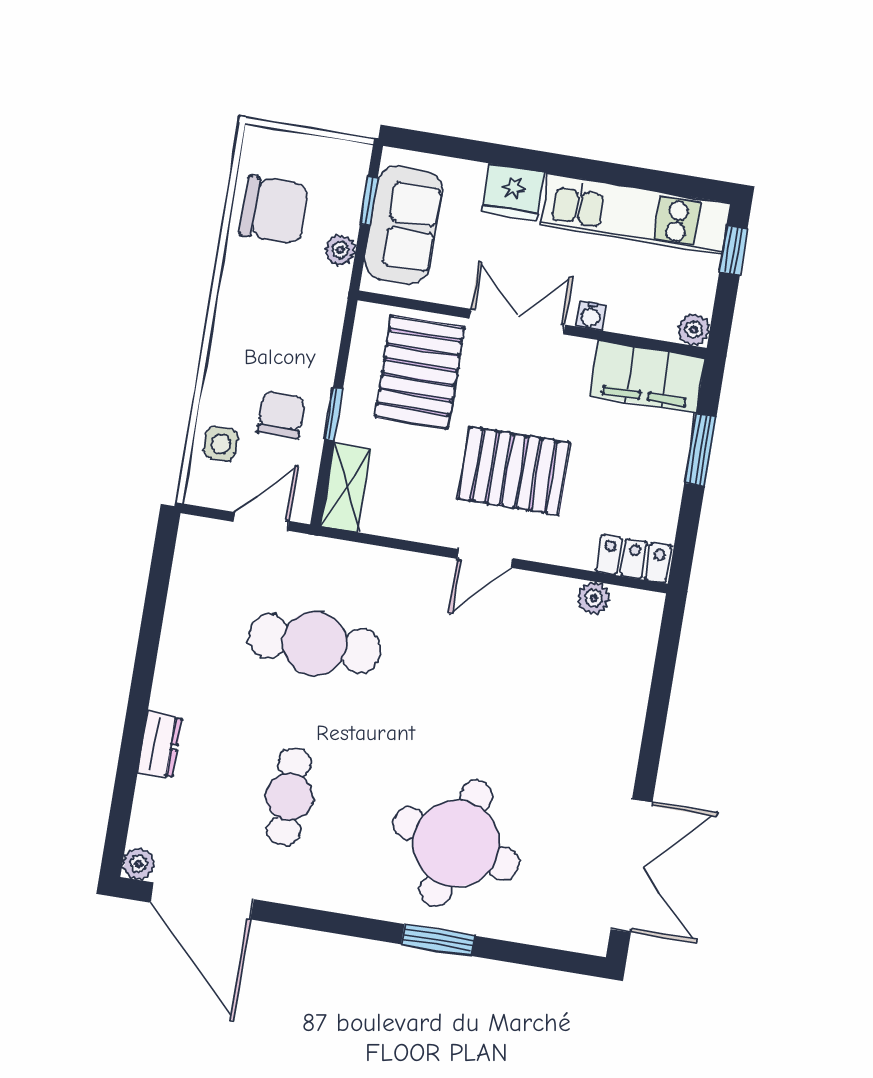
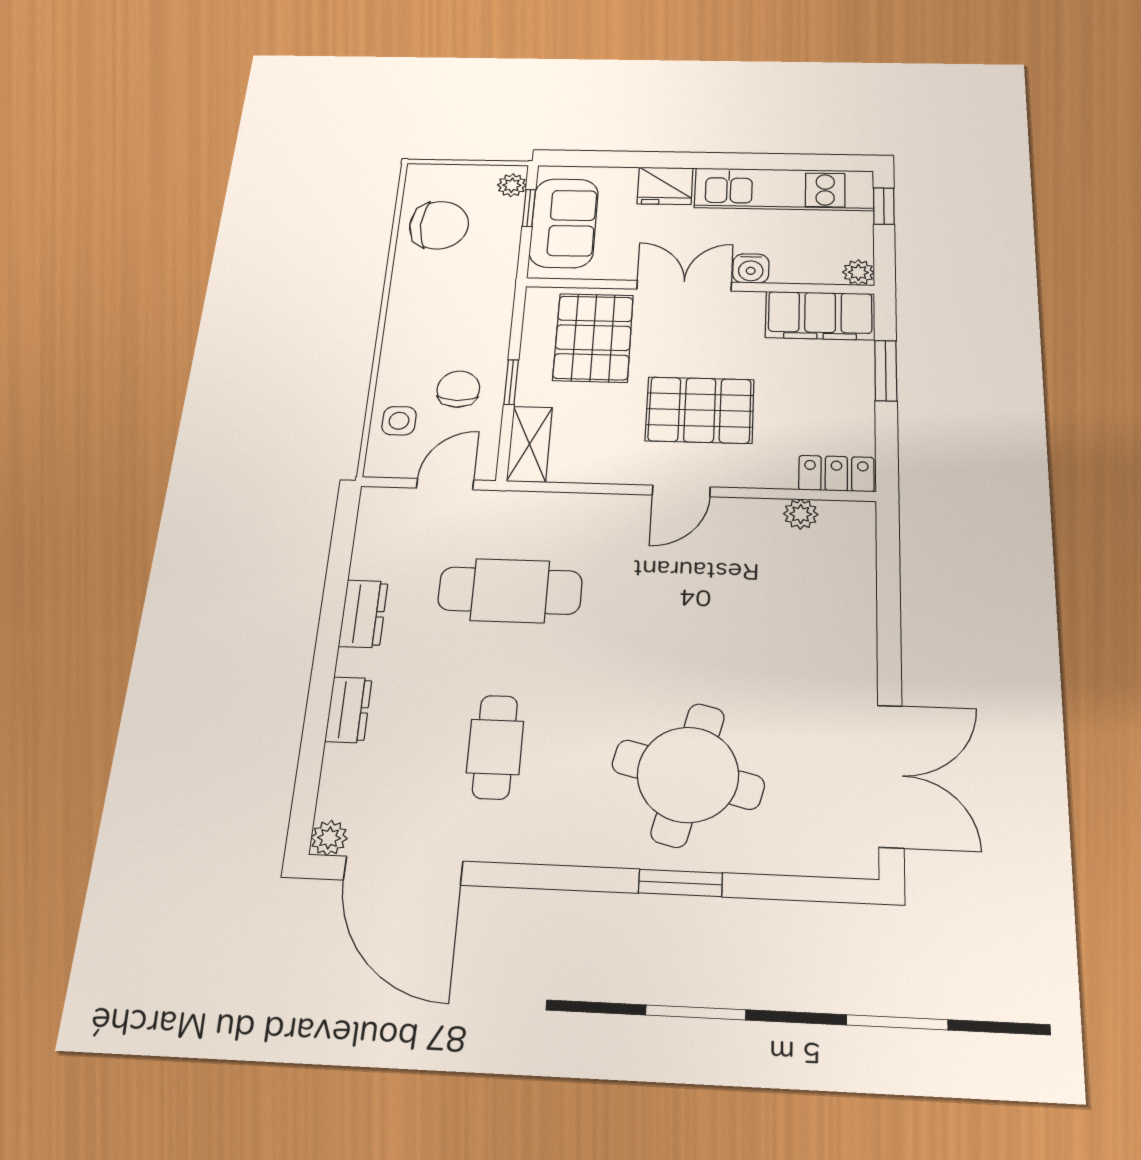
plant: (340, 250) -> (512, 185), moved
water cooler: (591, 316) -> (751, 269), width x1.38, depth x1.38
dresser: (177, 650) -> (363, 614), added

